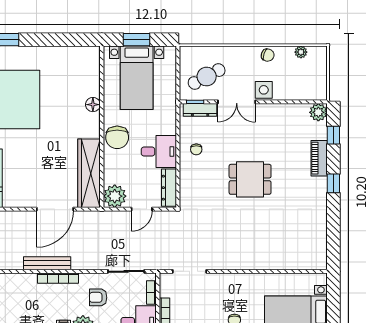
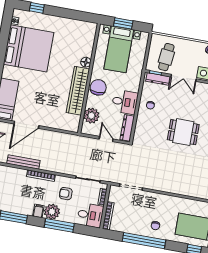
cafe table: (207, 77) -> (166, 57), turned -56
chair: (117, 137) -> (98, 87), turned 180
wardrobe: (89, 173) -> (78, 91), moved
plant: (115, 196) -> (91, 116), moved
door: (55, 209) -> (26, 125), moved
door: (142, 209) -> (106, 139), swing flipped
bench: (47, 263) -> (23, 162), moved

